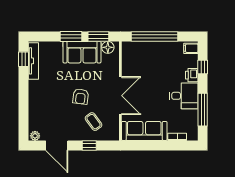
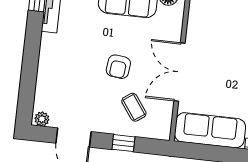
double door: (120, 96) -> (179, 72), swing flipped

